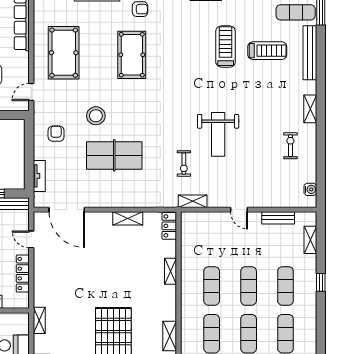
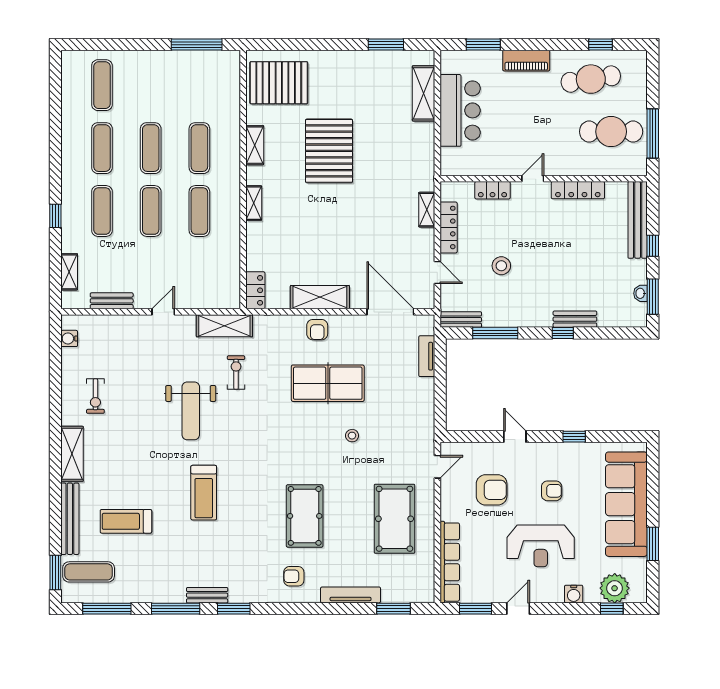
treadmill: (226, 47) -> (204, 493), moved
shelving: (310, 109) -> (72, 454), width x1.50, depth x1.33
stool: (96, 116) -> (352, 436), width x0.53, depth x0.53
armchair: (56, 134) -> (317, 330), moved
weight bench: (218, 134) -> (191, 411), turned 180
shelving: (193, 201) -> (224, 326), width x1.50, depth x1.33
door: (239, 210) -> (163, 312), hinge flipped
shelving: (128, 218) -> (320, 297), width x1.50, depth x1.33
shelving: (170, 271) -> (254, 203), moved
shelving: (39, 320) -> (427, 210), moved

